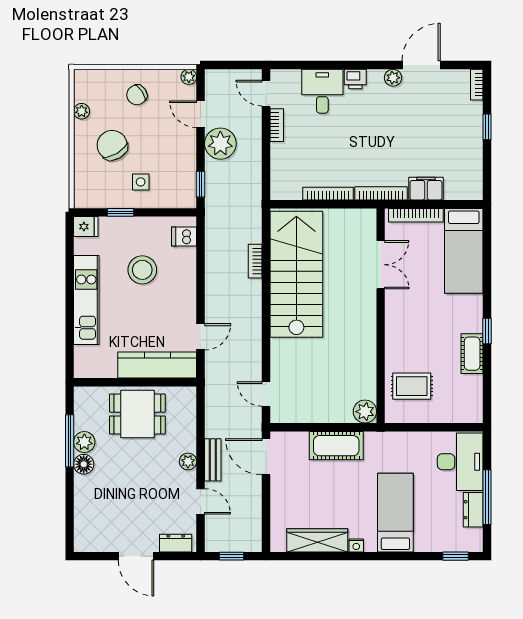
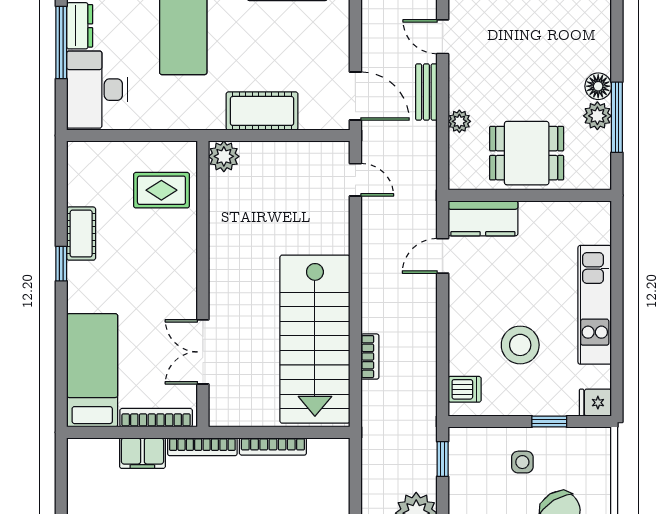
kitchen counter: (157, 365) -> (483, 218), width x0.67
plant: (188, 461) -> (459, 121), moved

